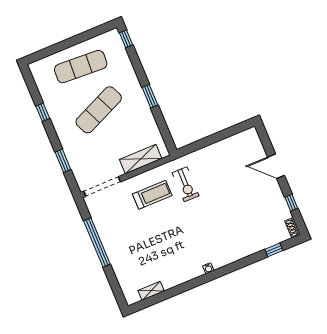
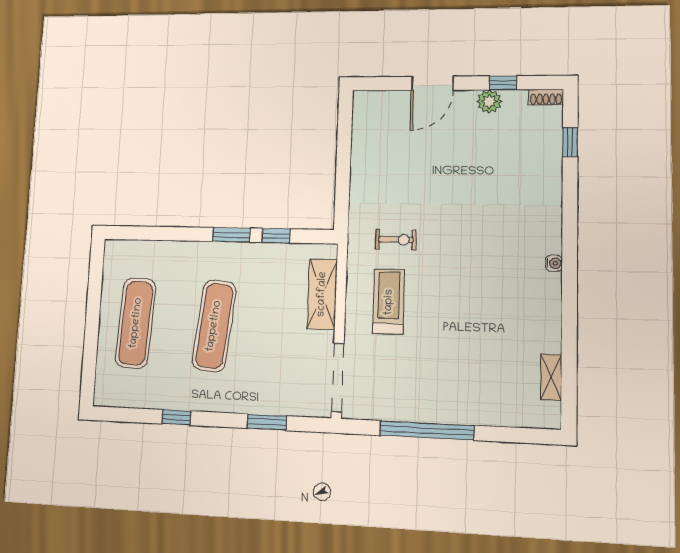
window: (126, 39) -> (276, 236), moved
exercise mat: (99, 110) -> (214, 326), turned 30
exercise bike: (186, 184) -> (396, 240), width x0.73, depth x0.72
plant: (278, 200) -> (489, 101), added

